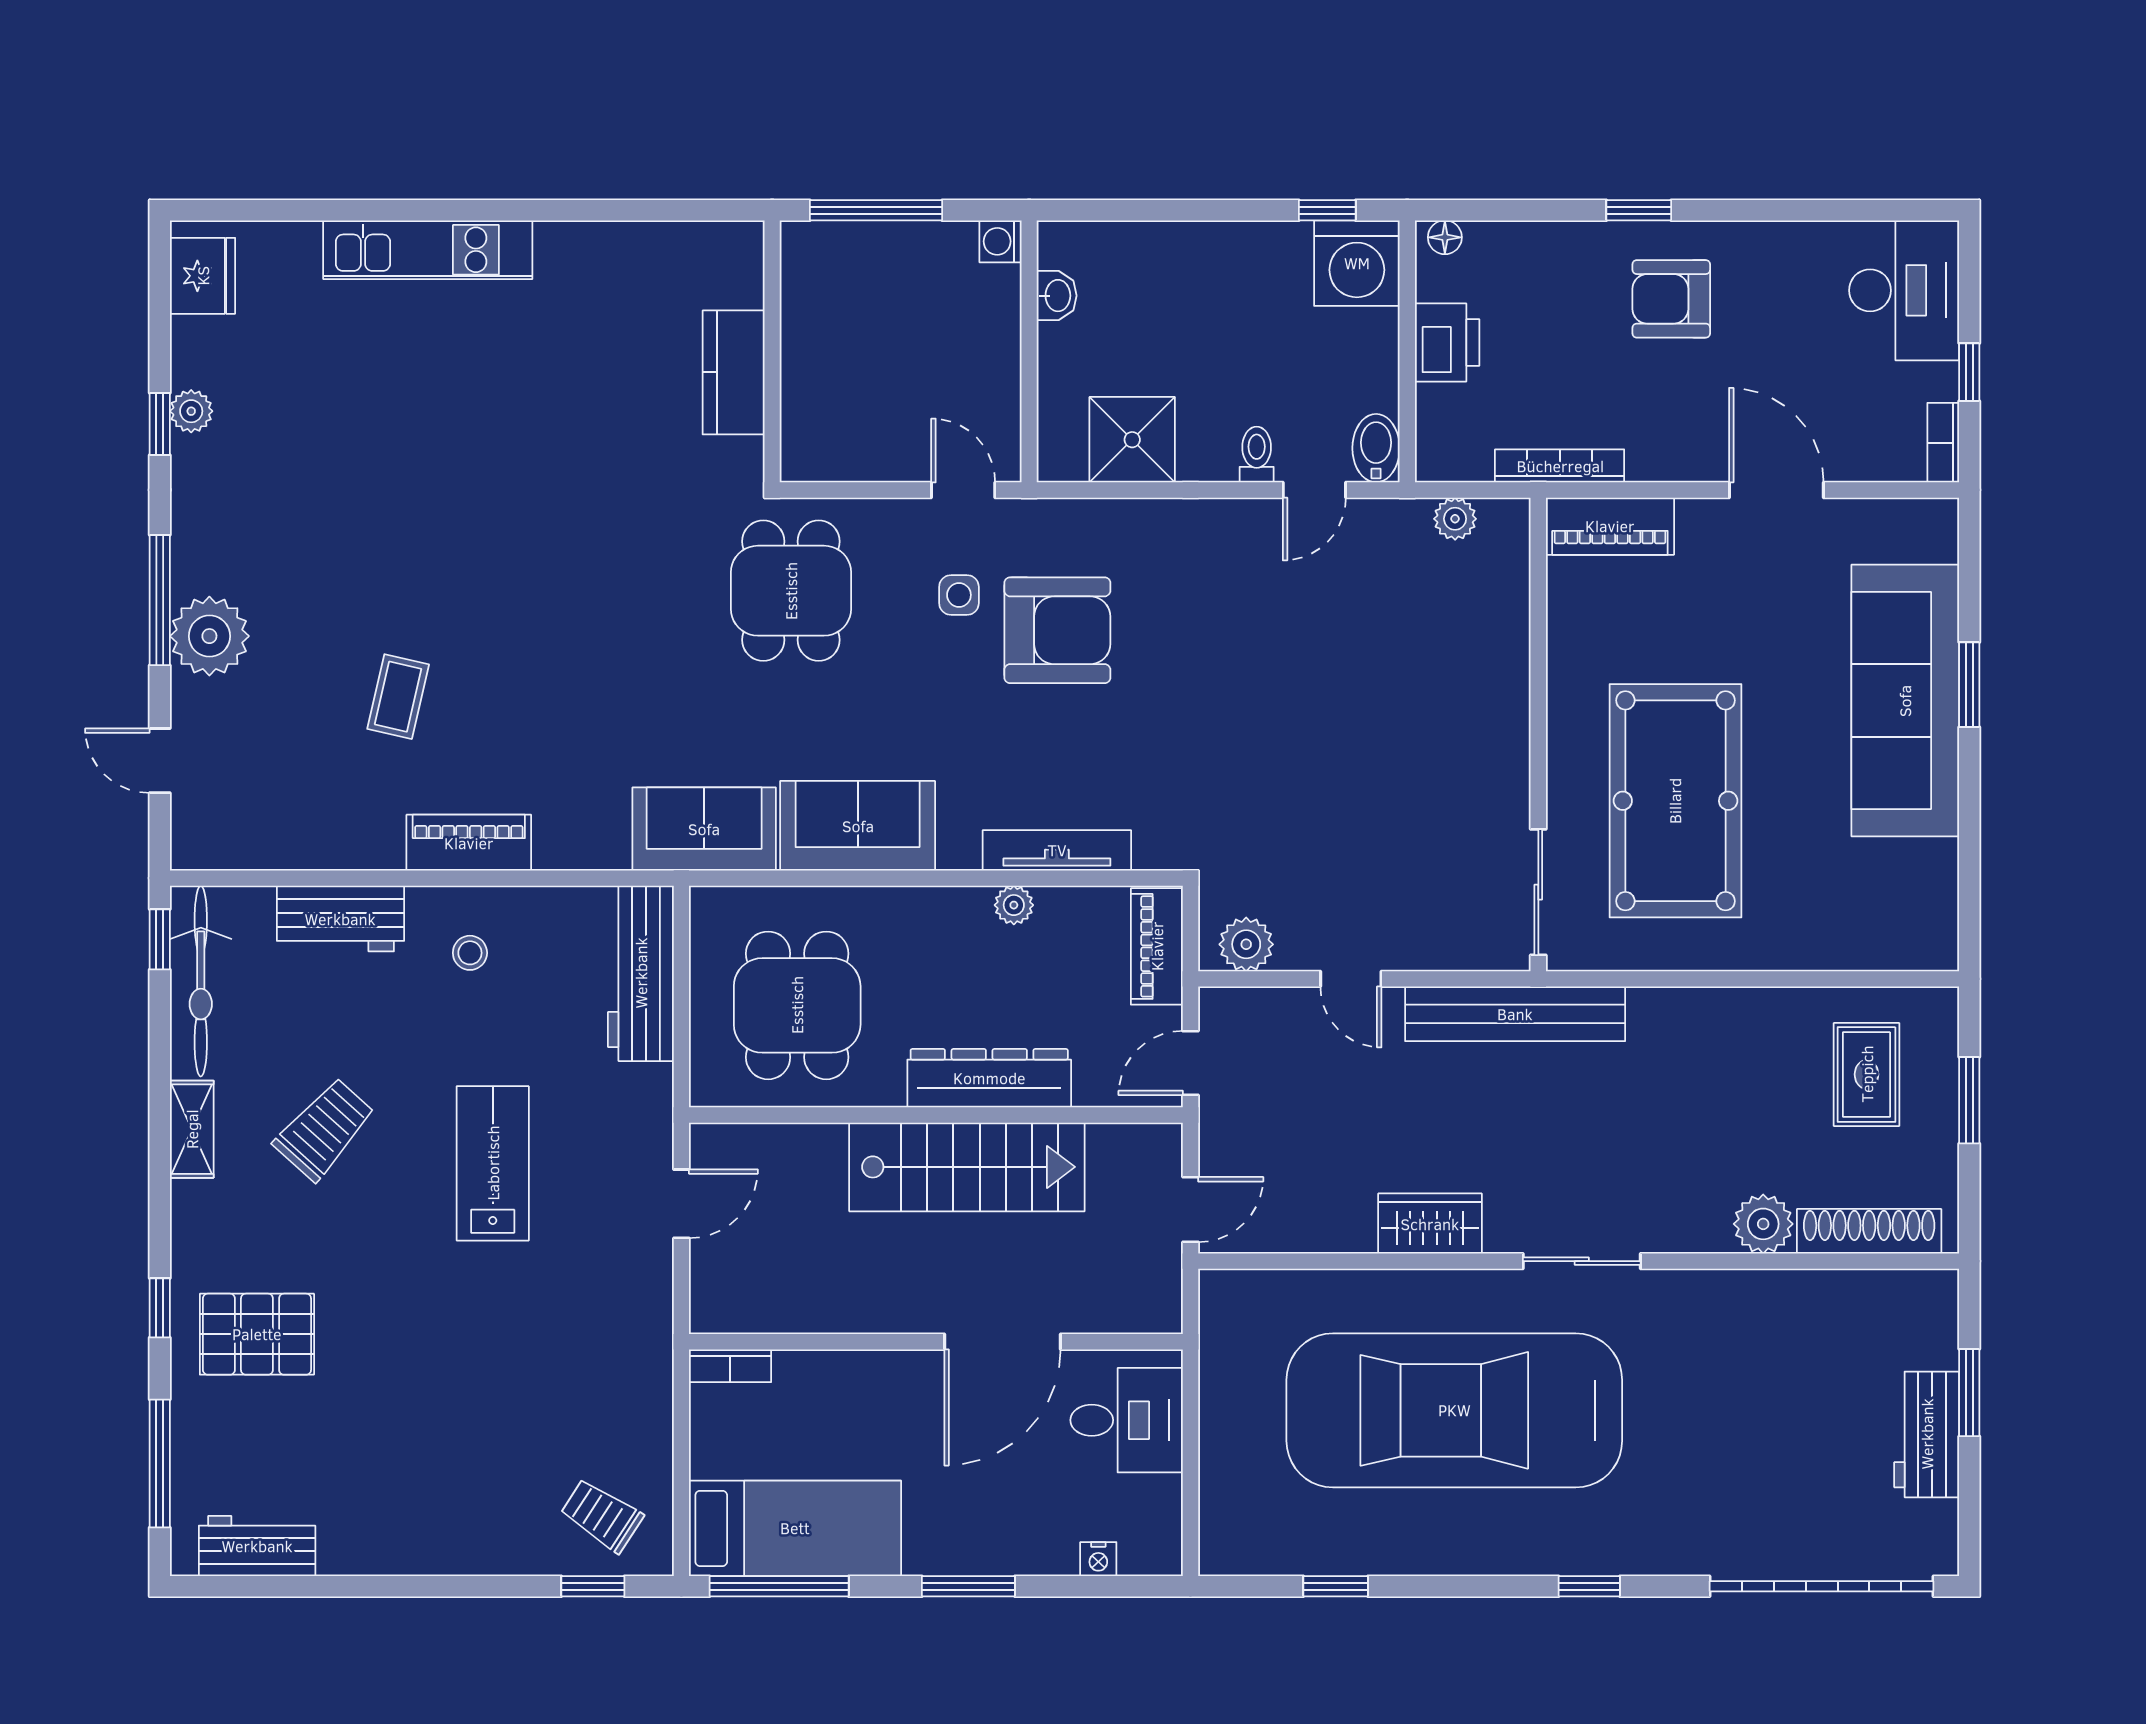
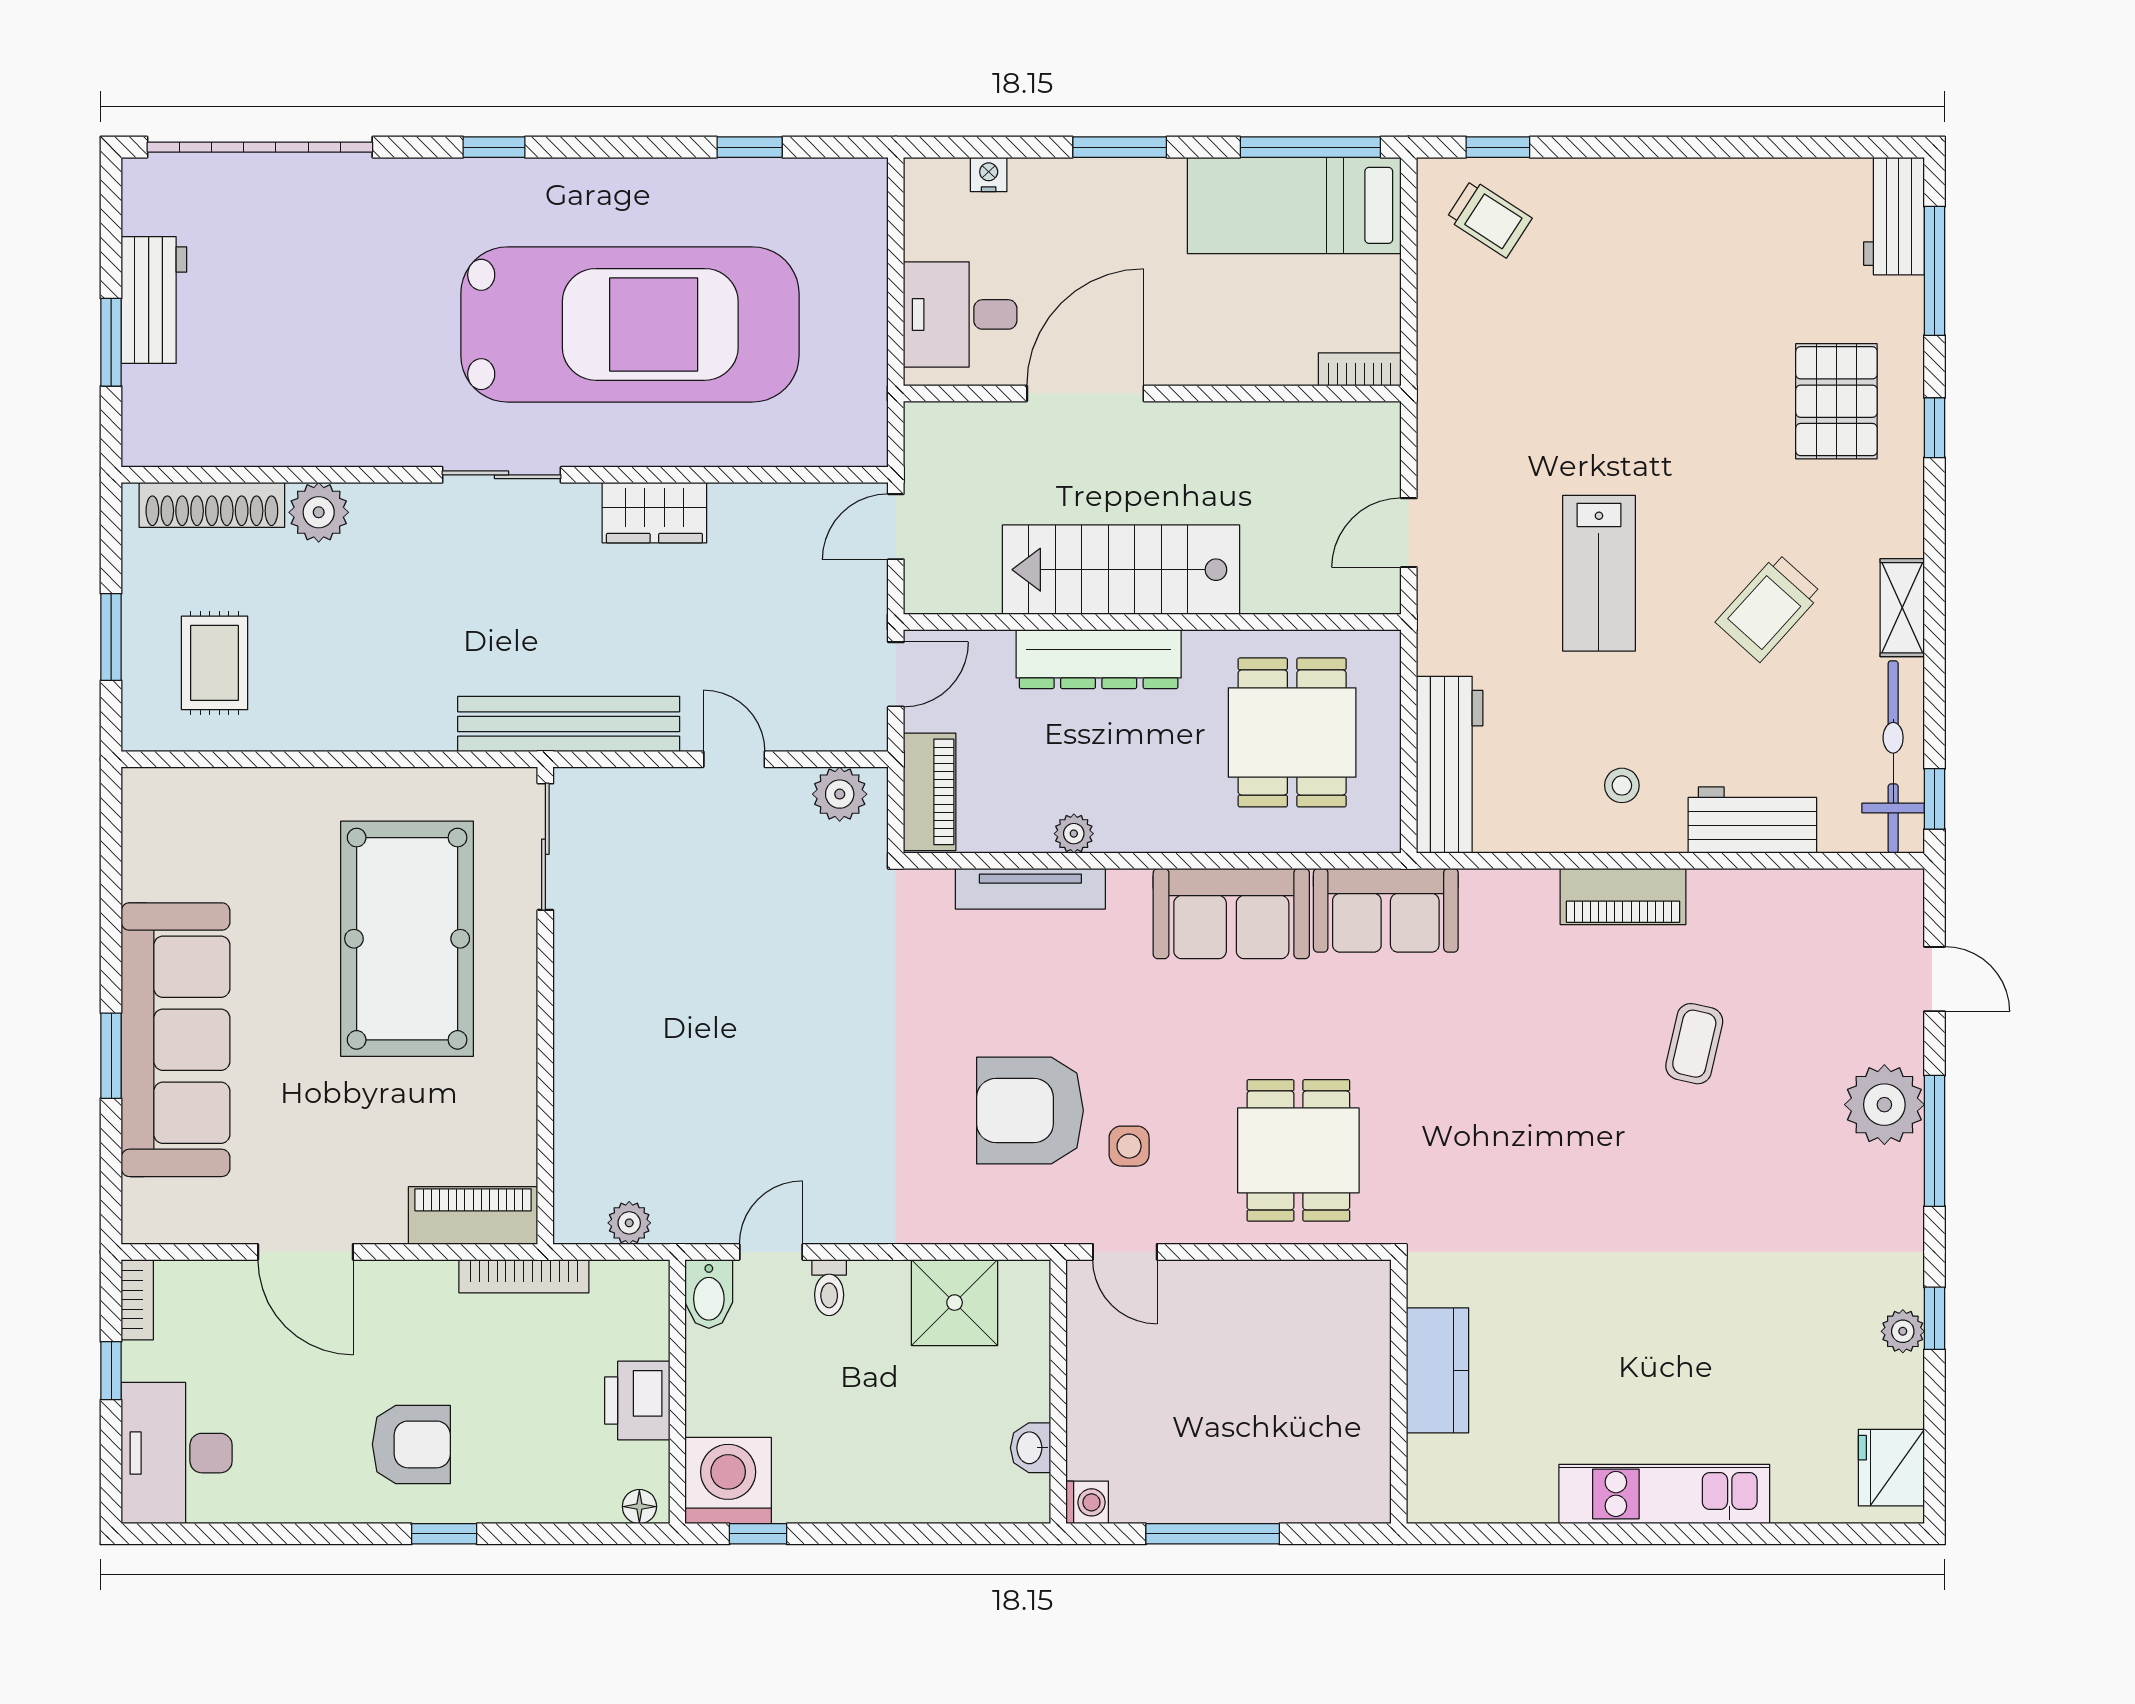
wall: (772, 351) -> (1399, 1392), moved
kitchen counter: (734, 372) -> (1437, 1370), moved
pallet: (257, 1334) -> (1836, 401), turned 90
workbench: (257, 1546) -> (1894, 216), moved, turned 90

